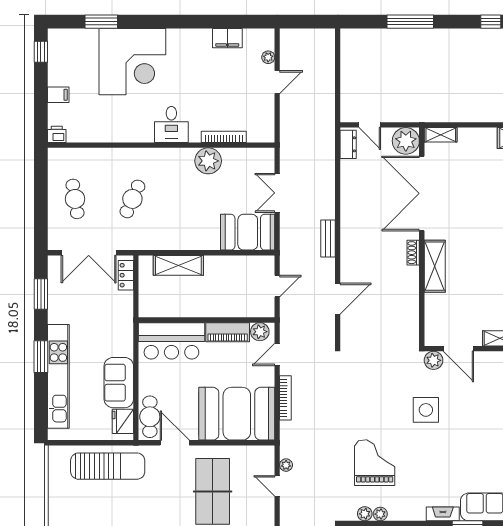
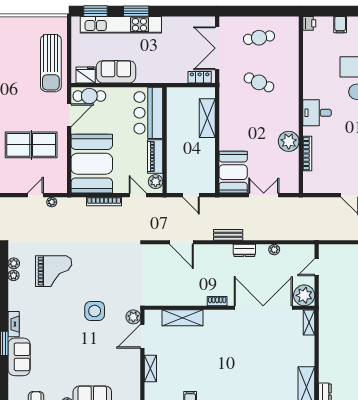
dresser: (348, 144) -> (244, 250), moved
plant: (347, 179) -> (274, 250), added
shelving: (435, 266) -> (182, 318), moved
window: (41, 294) -> (95, 11), moved

